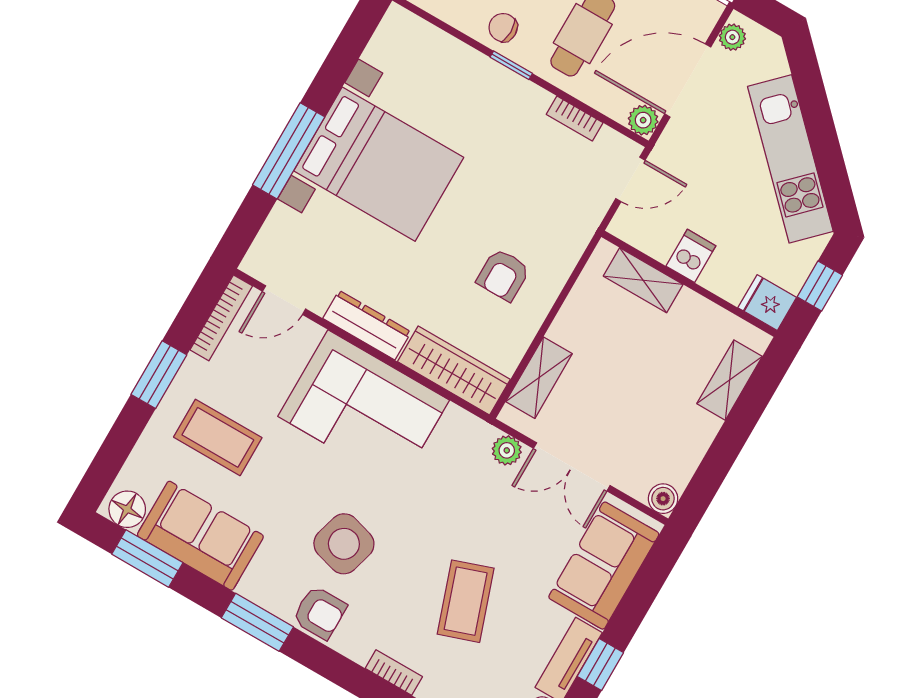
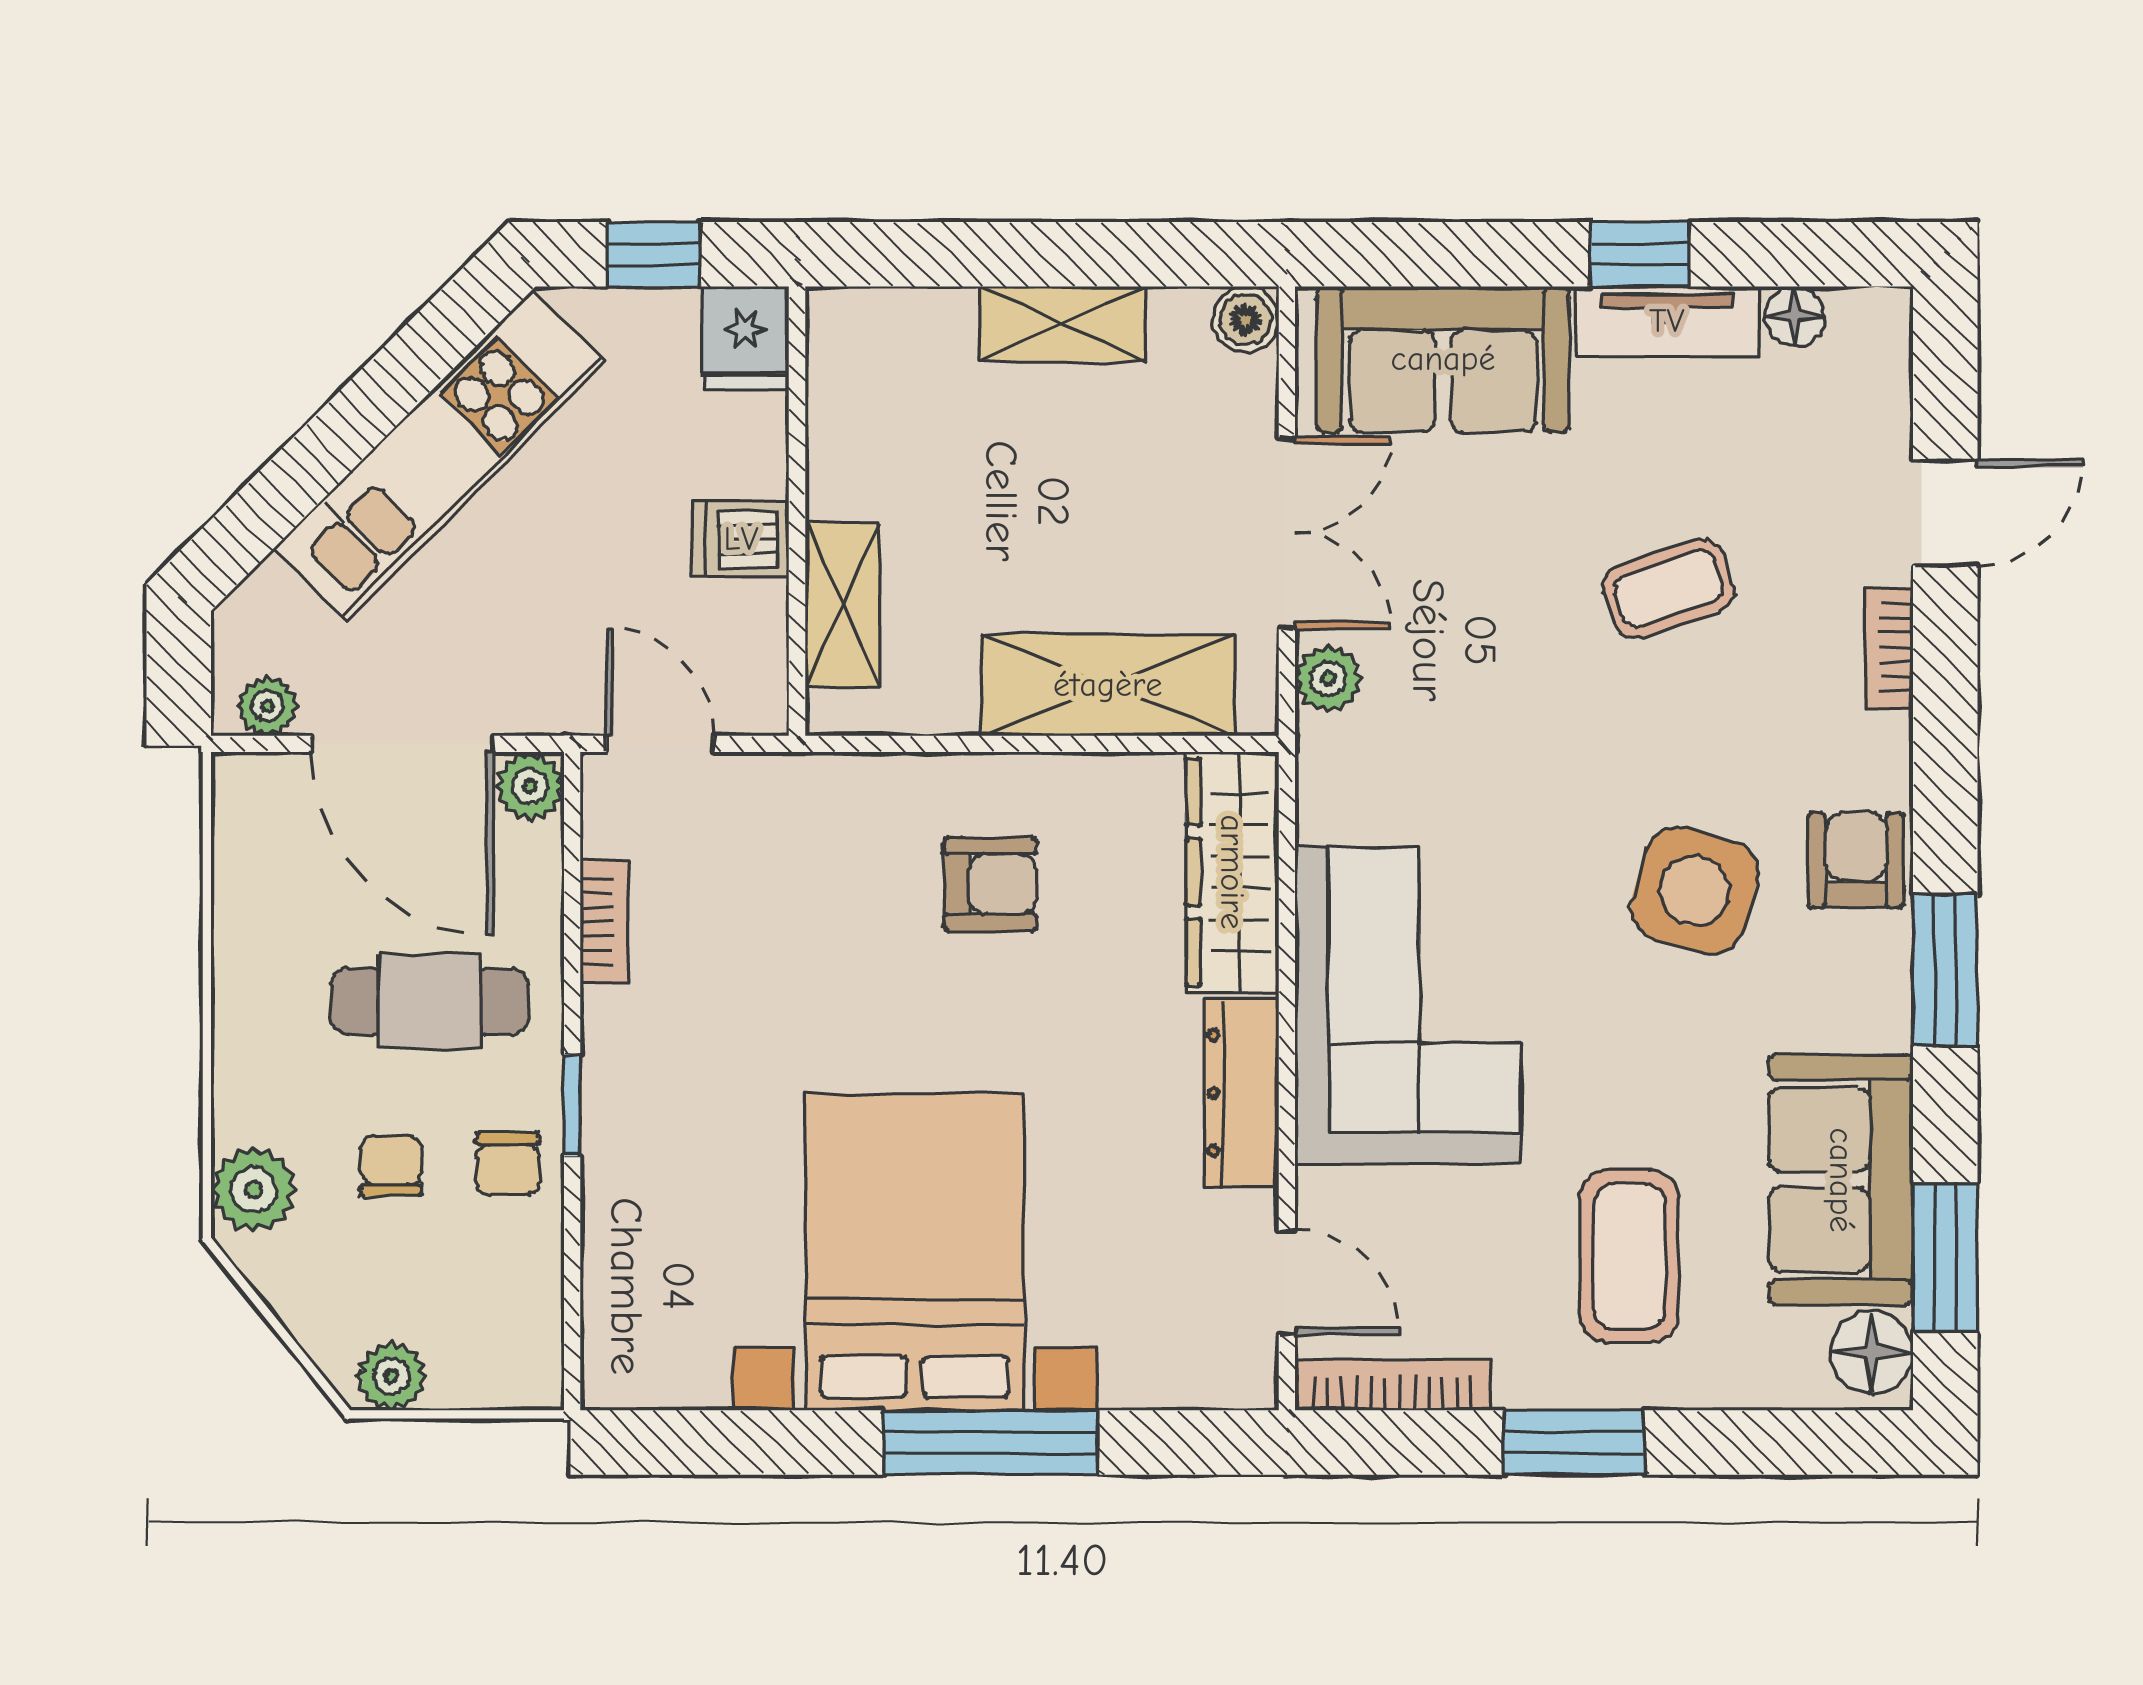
shelving: (539, 378) -> (1108, 685), width x1.50, depth x1.33
shelving: (730, 380) -> (1063, 324), moved
coffee table: (466, 601) -> (1669, 588), width x0.73, depth x0.77

